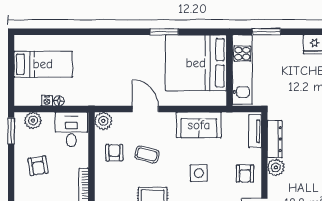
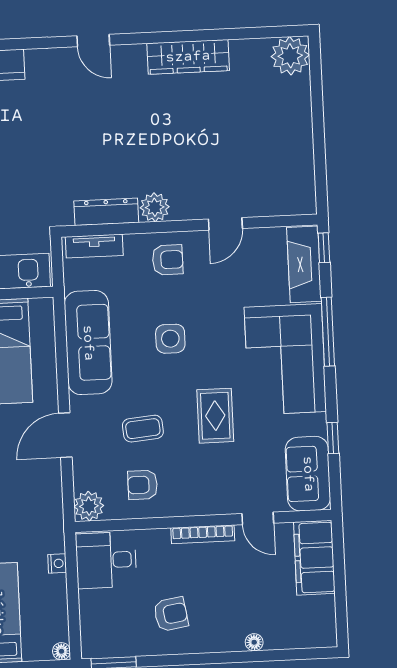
nightstand: (47, 101) -> (57, 563), moved
floor lamp: (59, 101) -> (61, 651), moved
plant: (33, 120) -> (94, 626), removed
sofa: (199, 125) -> (88, 343), width x1.36
coffee table: (147, 154) -> (143, 429), turned 71

